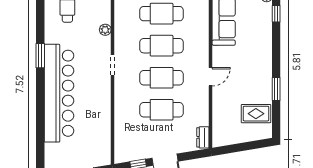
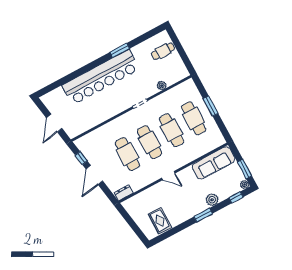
plant: (264, 42) -> (212, 200), added
window: (276, 89) -> (203, 215), moved

